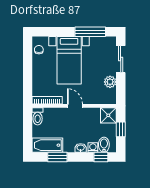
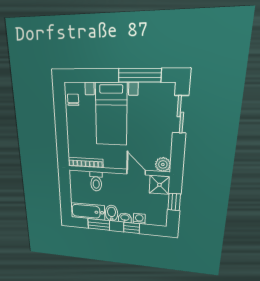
plant: (110, 82) -> (163, 164), moved
door: (75, 106) -> (136, 172), moved
toilet: (38, 116) -> (96, 181), moved
bidet: (104, 145) -> (112, 213), moved
window: (101, 157) -> (132, 228), moved

